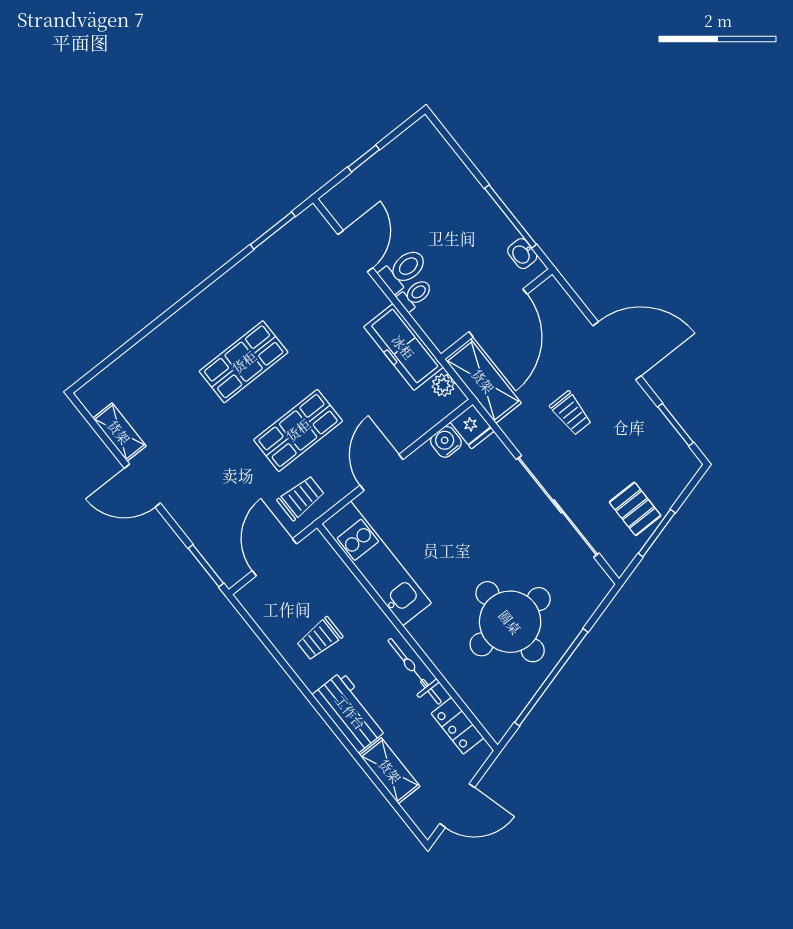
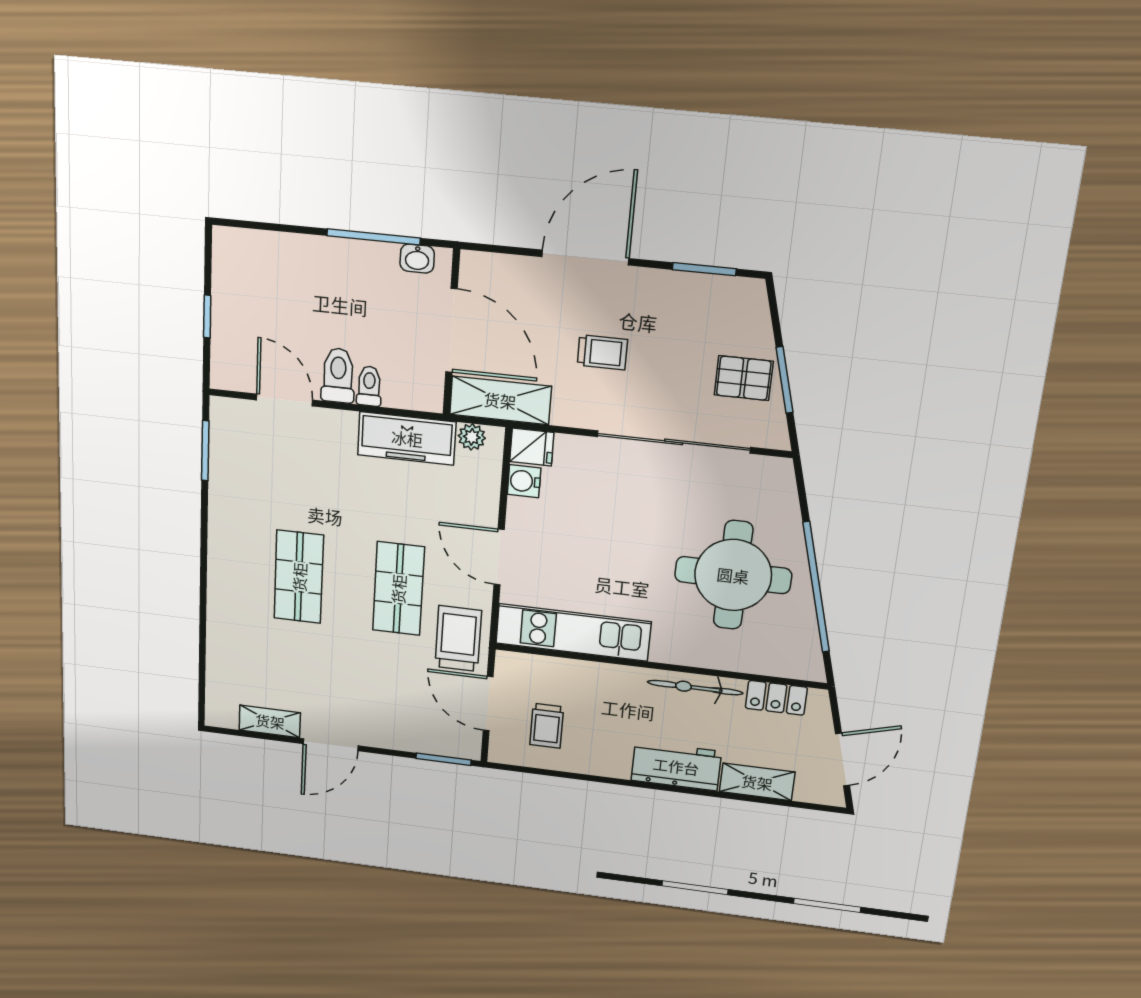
trolley: (301, 498) -> (458, 639), width x1.36, depth x1.39
trolley: (319, 639) -> (547, 726), moved

